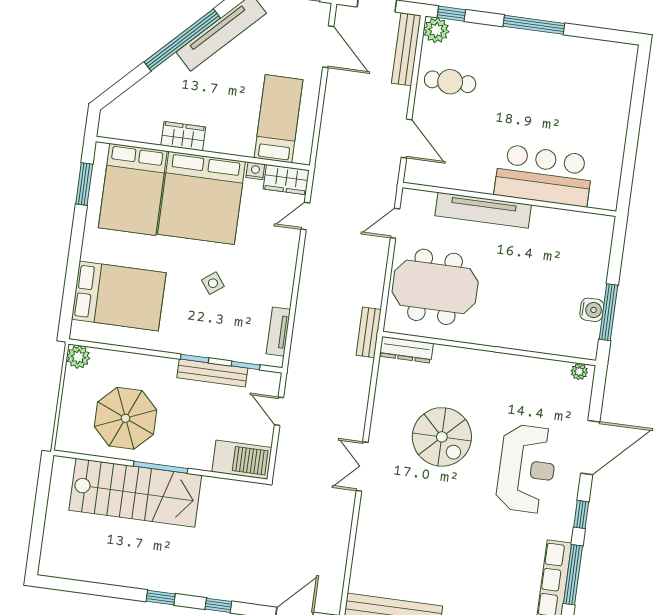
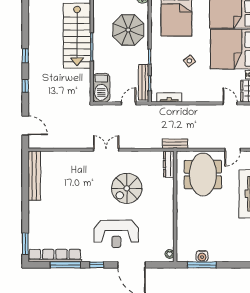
door: (395, 223) -> (233, 150), swing flipped
bench: (212, 373) -> (144, 82), moved
parasol: (125, 418) -> (128, 30), moved

